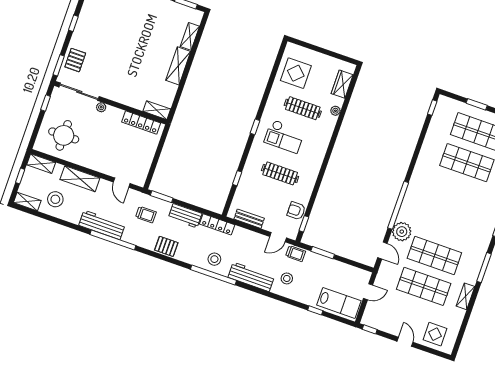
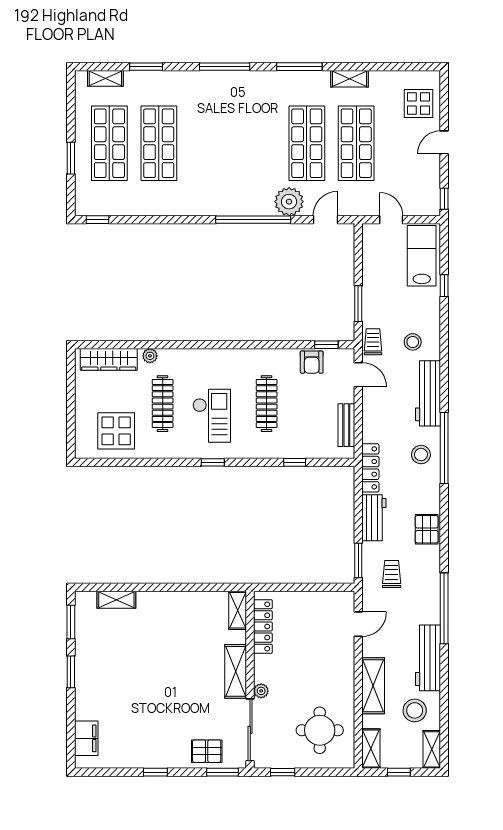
shelving: (178, 66) -> (236, 671), moved, turned 90
wardrobe: (342, 84) -> (109, 359), width x1.50
workbench: (102, 225) -> (428, 658), moved

